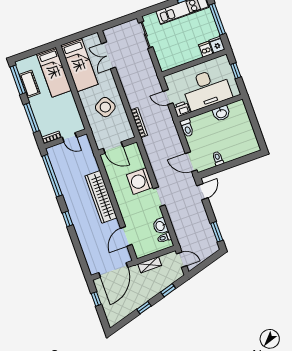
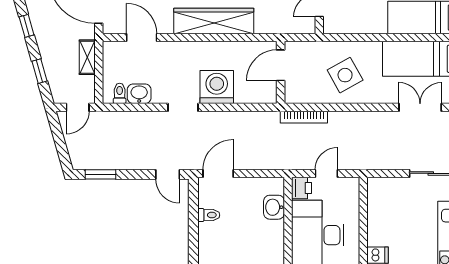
washbasin: (221, 113) -> (274, 207), moved
toilet: (187, 128) -> (271, 185), removed

